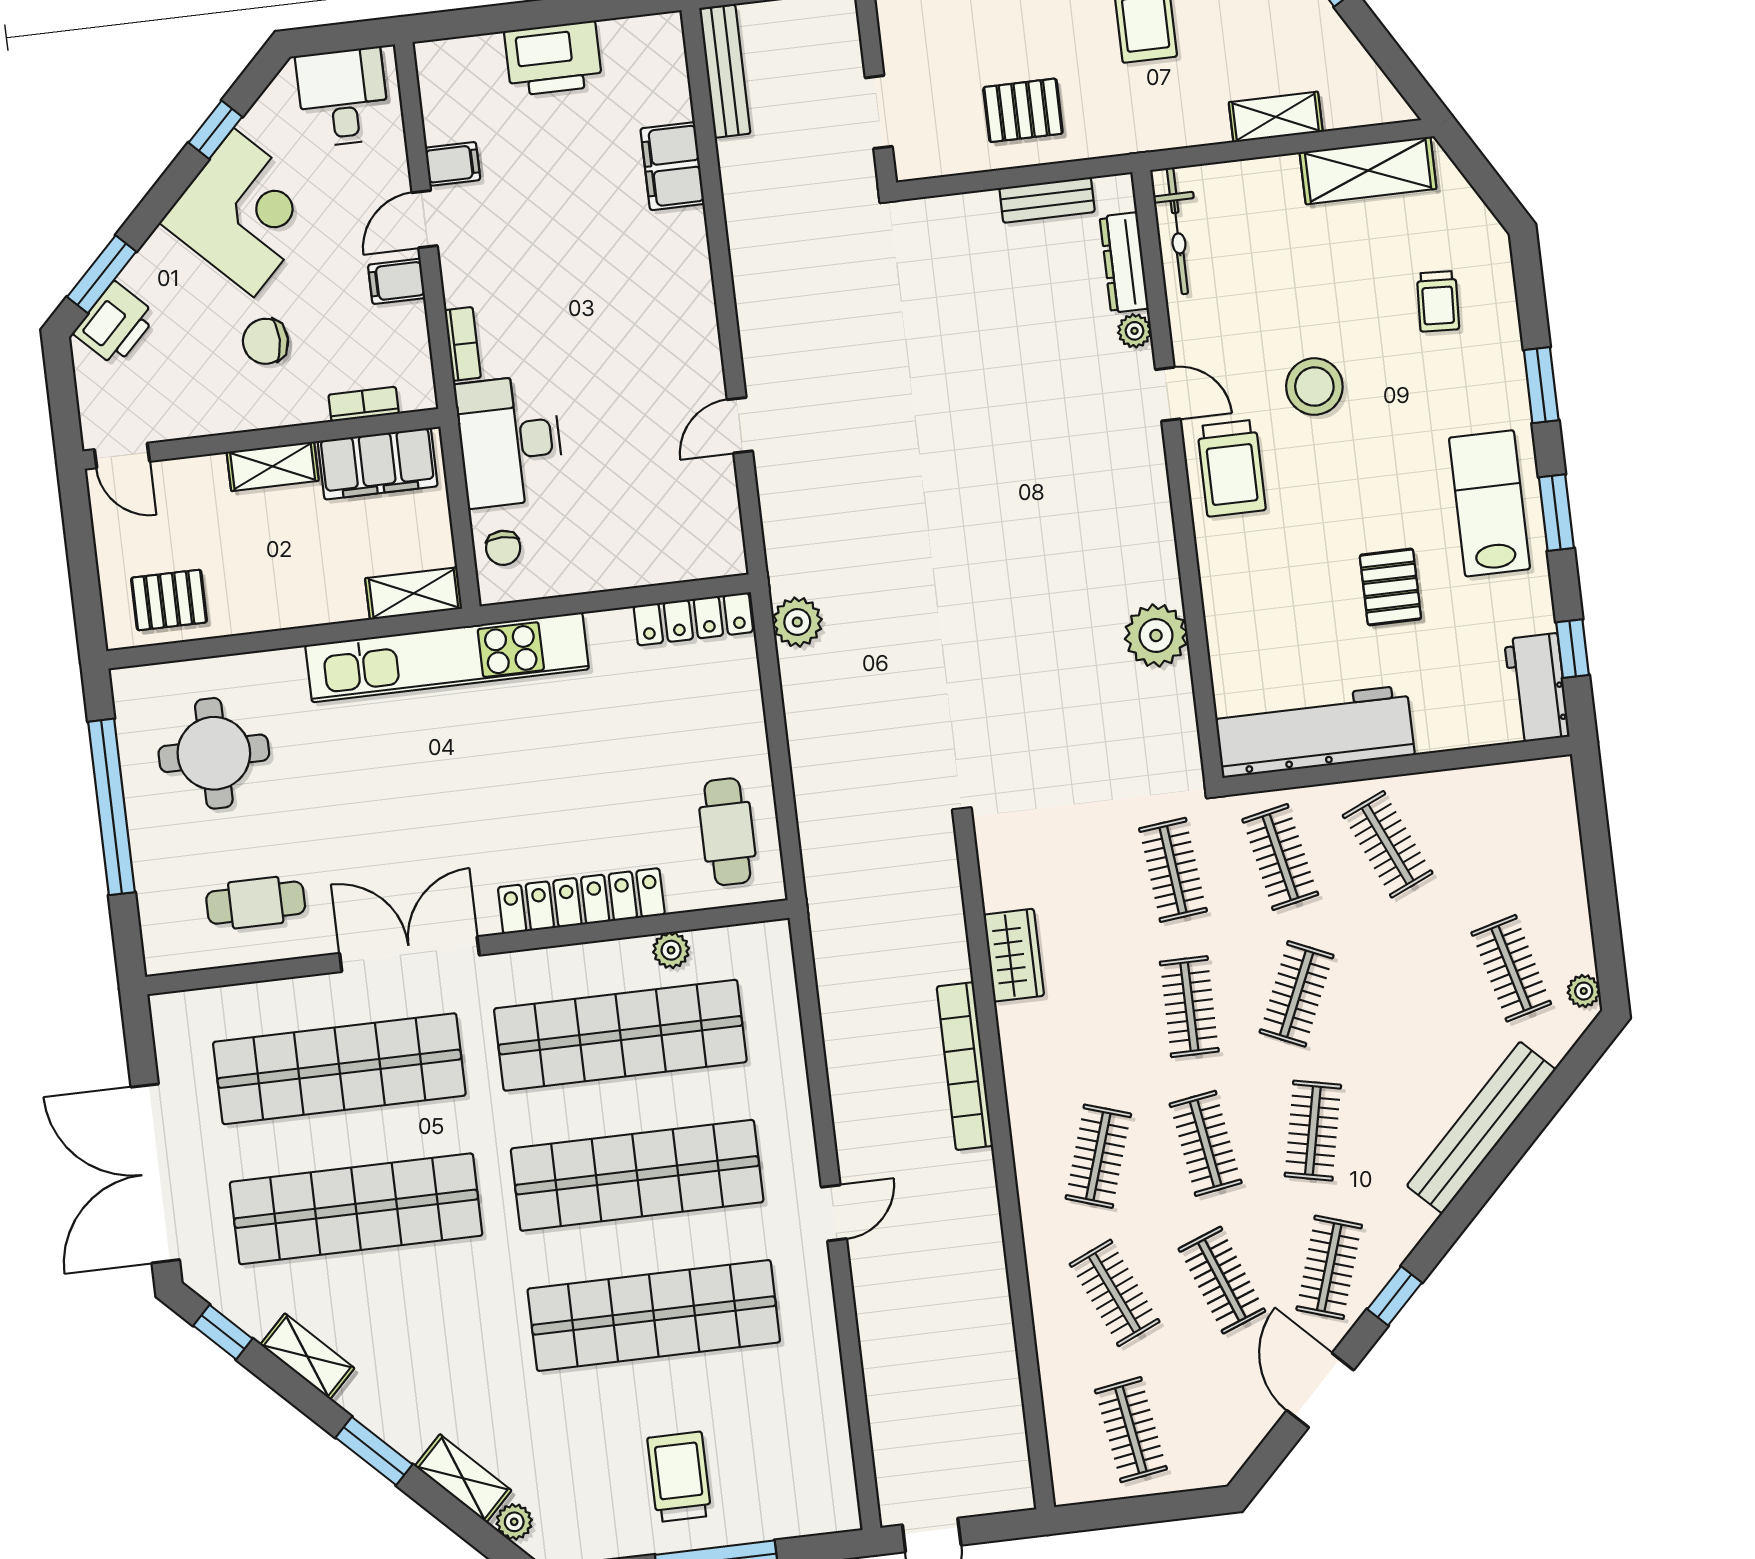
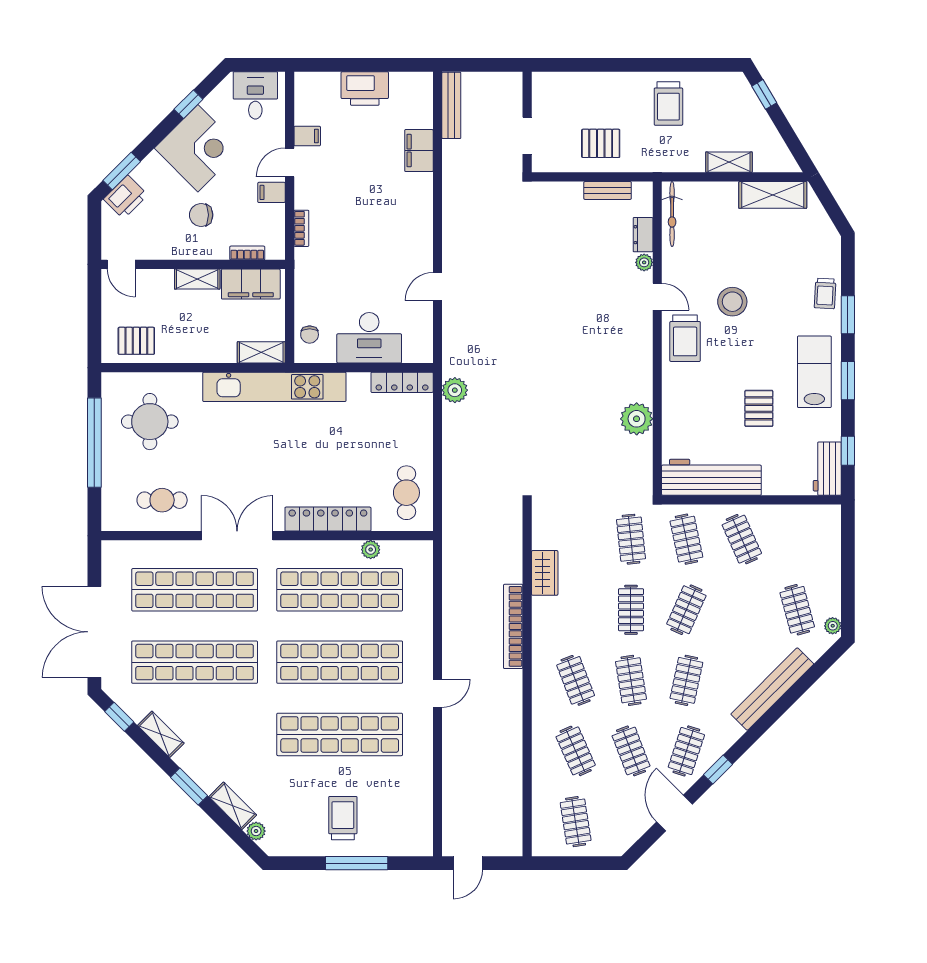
dresser: (1124, 263) -> (643, 235), width x0.70
trolley: (1438, 301) -> (825, 293), moved
desk: (510, 441) -> (369, 338), moved, turned -90
clothes rail: (1098, 1156) -> (576, 680), turned -39

